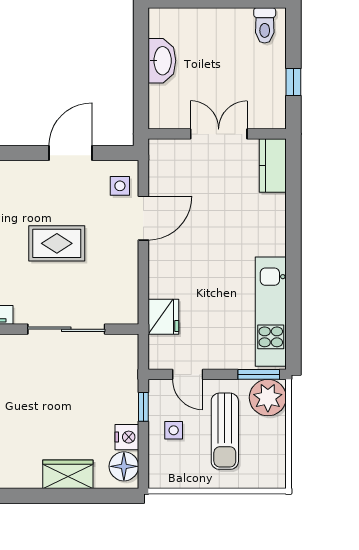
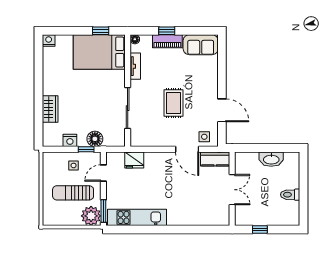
toilet: (265, 25) -> (290, 195), moved
kitchen counter: (273, 166) -> (215, 159), moved, turned 180
floor lamp: (124, 466) -> (95, 139), moved

